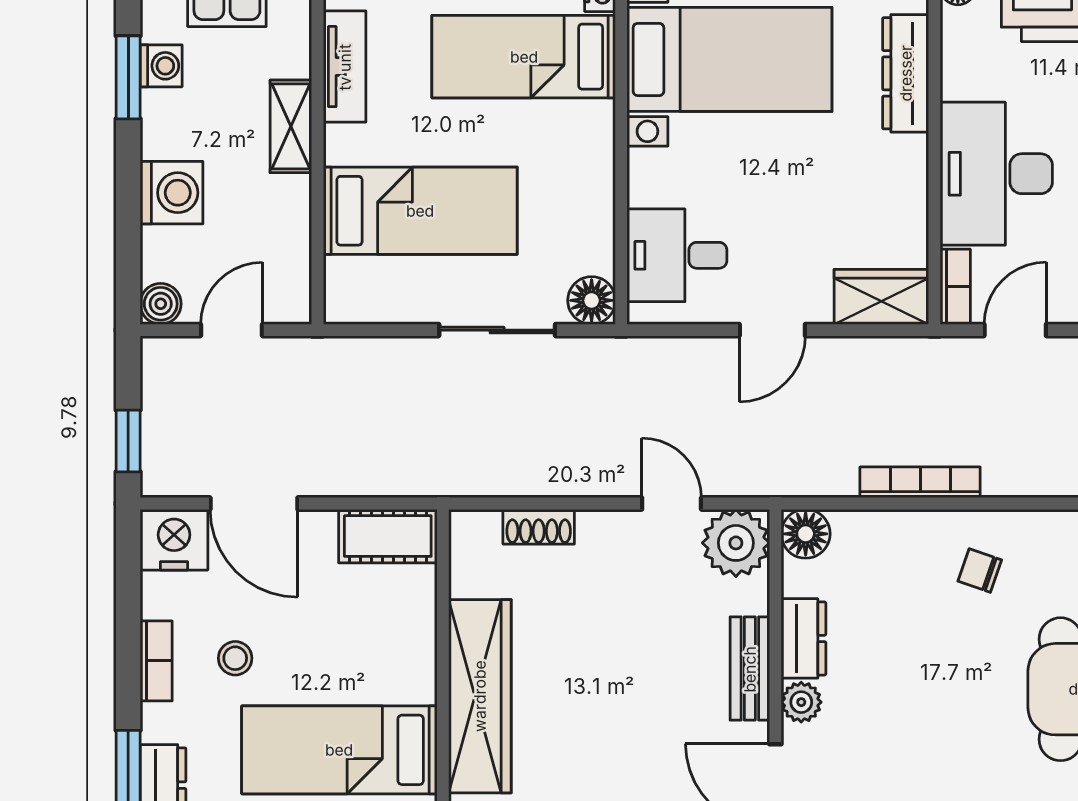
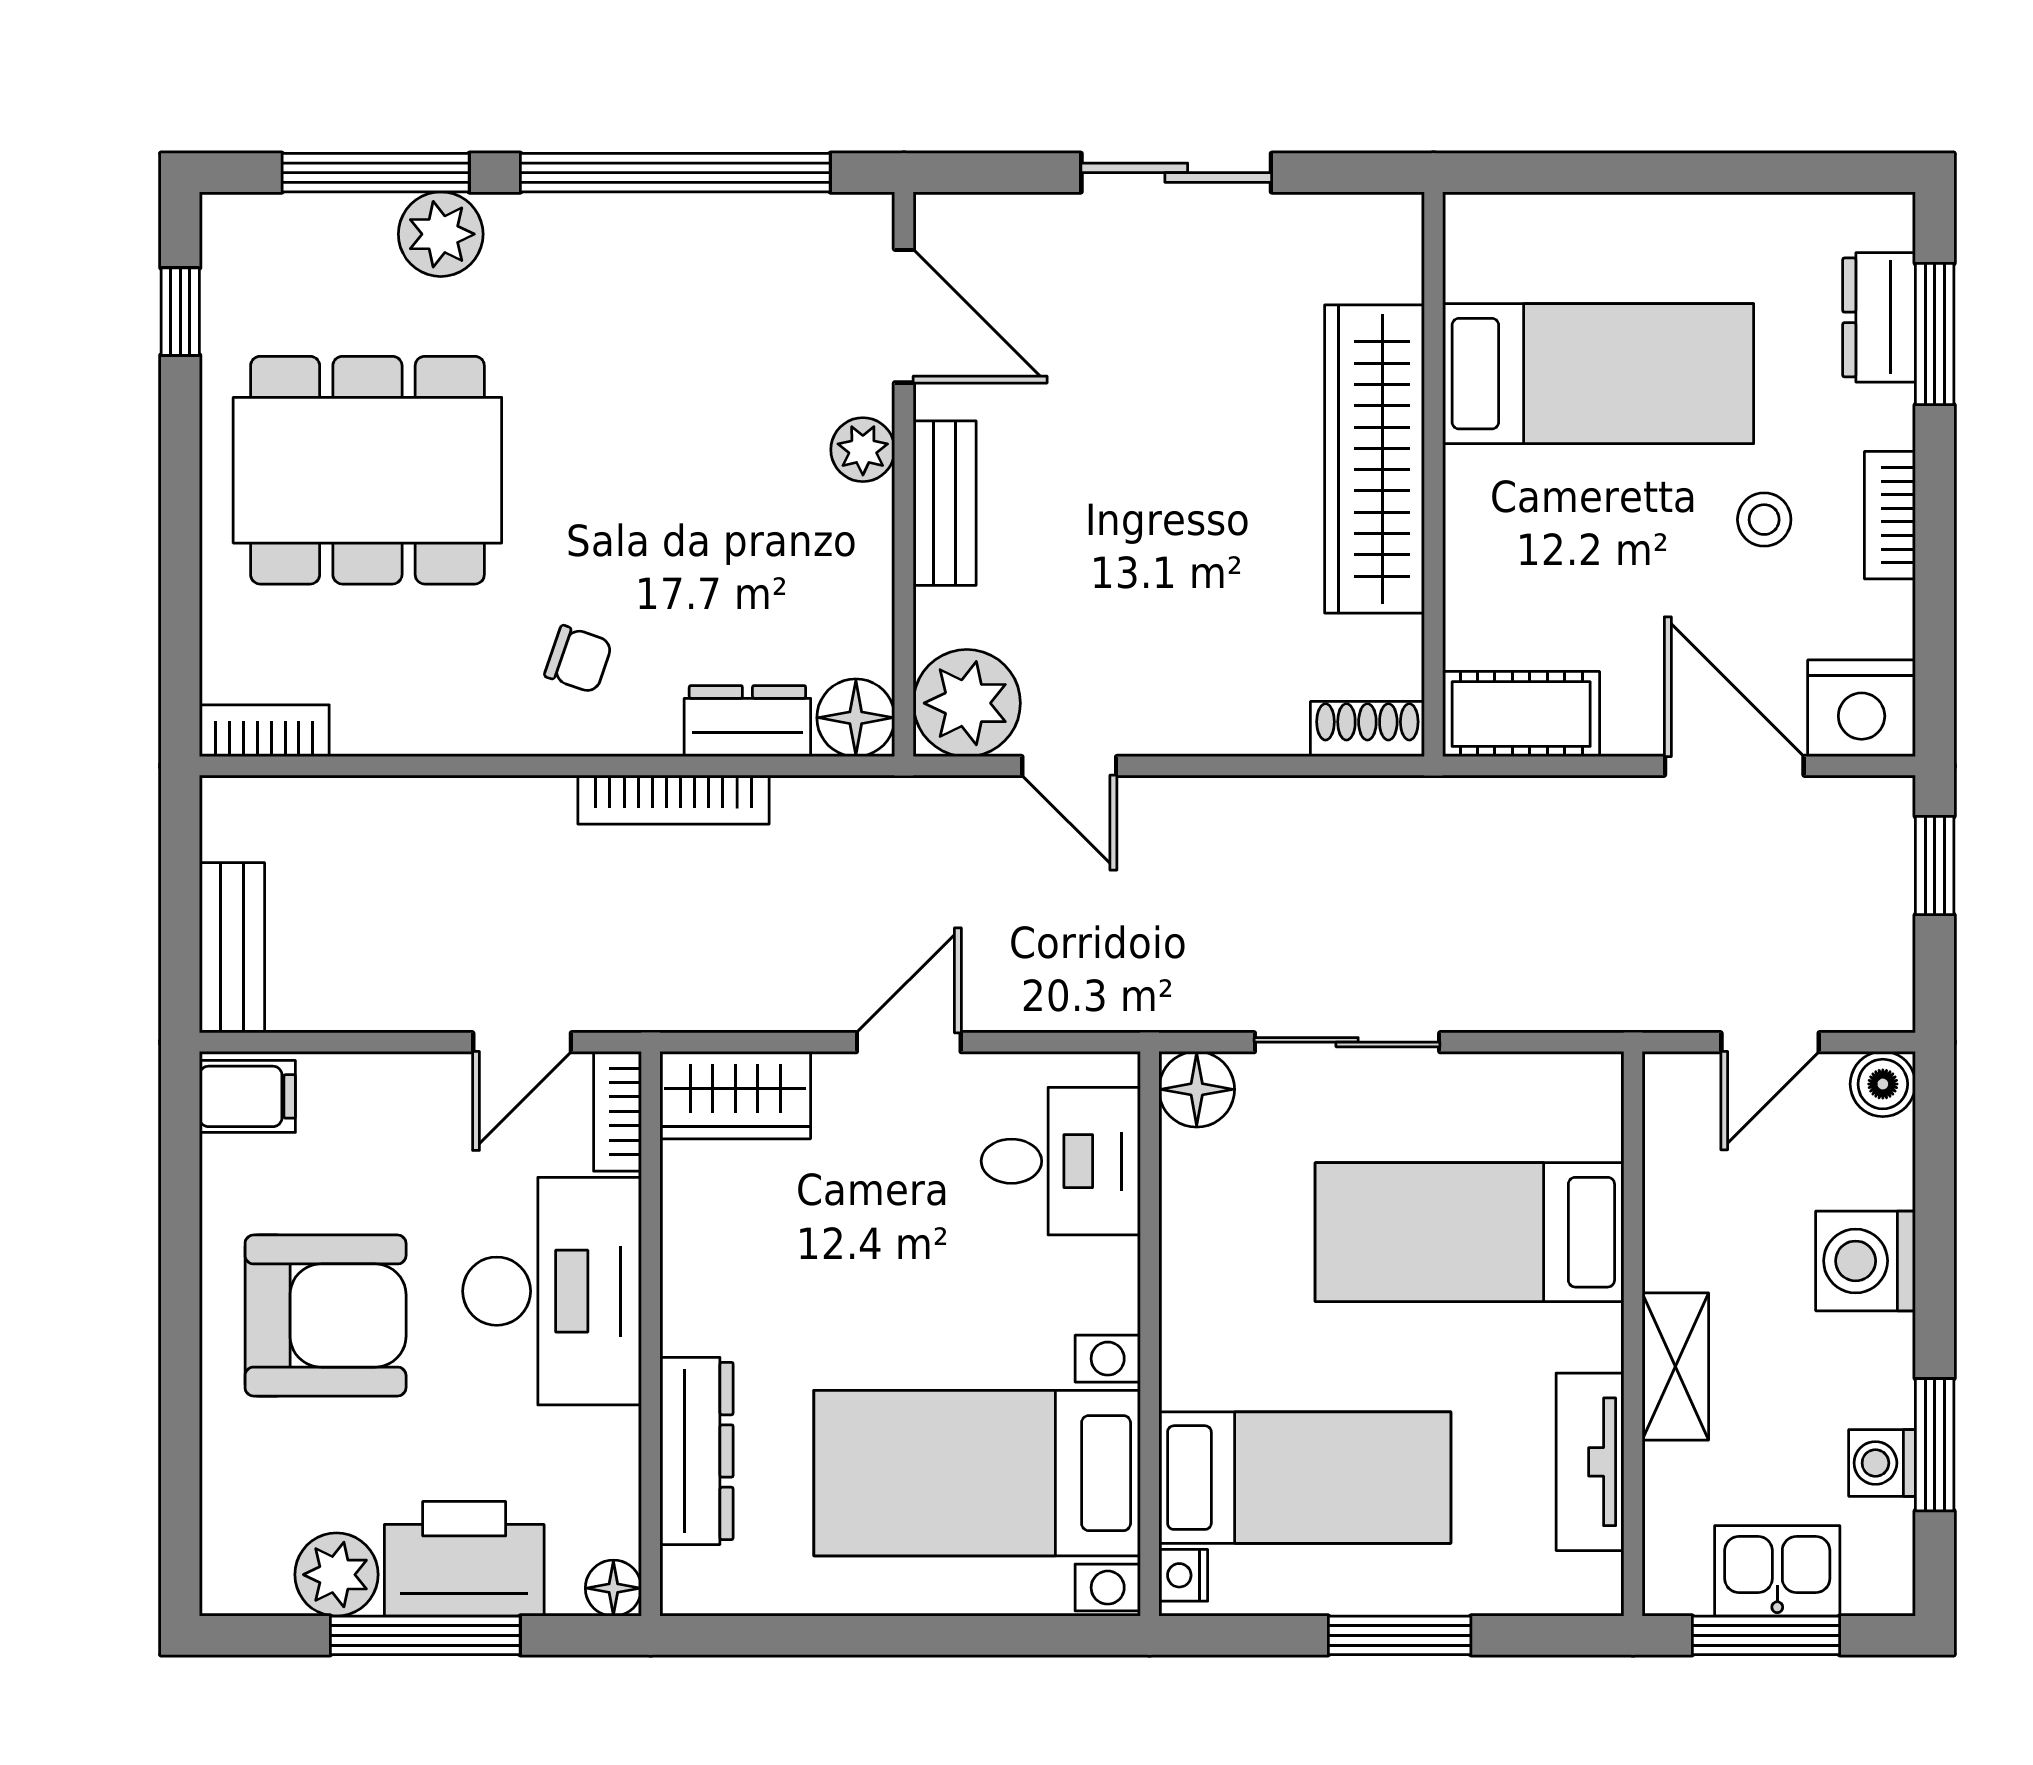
shoe rack: (539, 527) -> (1367, 729), moved
dresser: (803, 638) -> (747, 721), moved, turned 90

